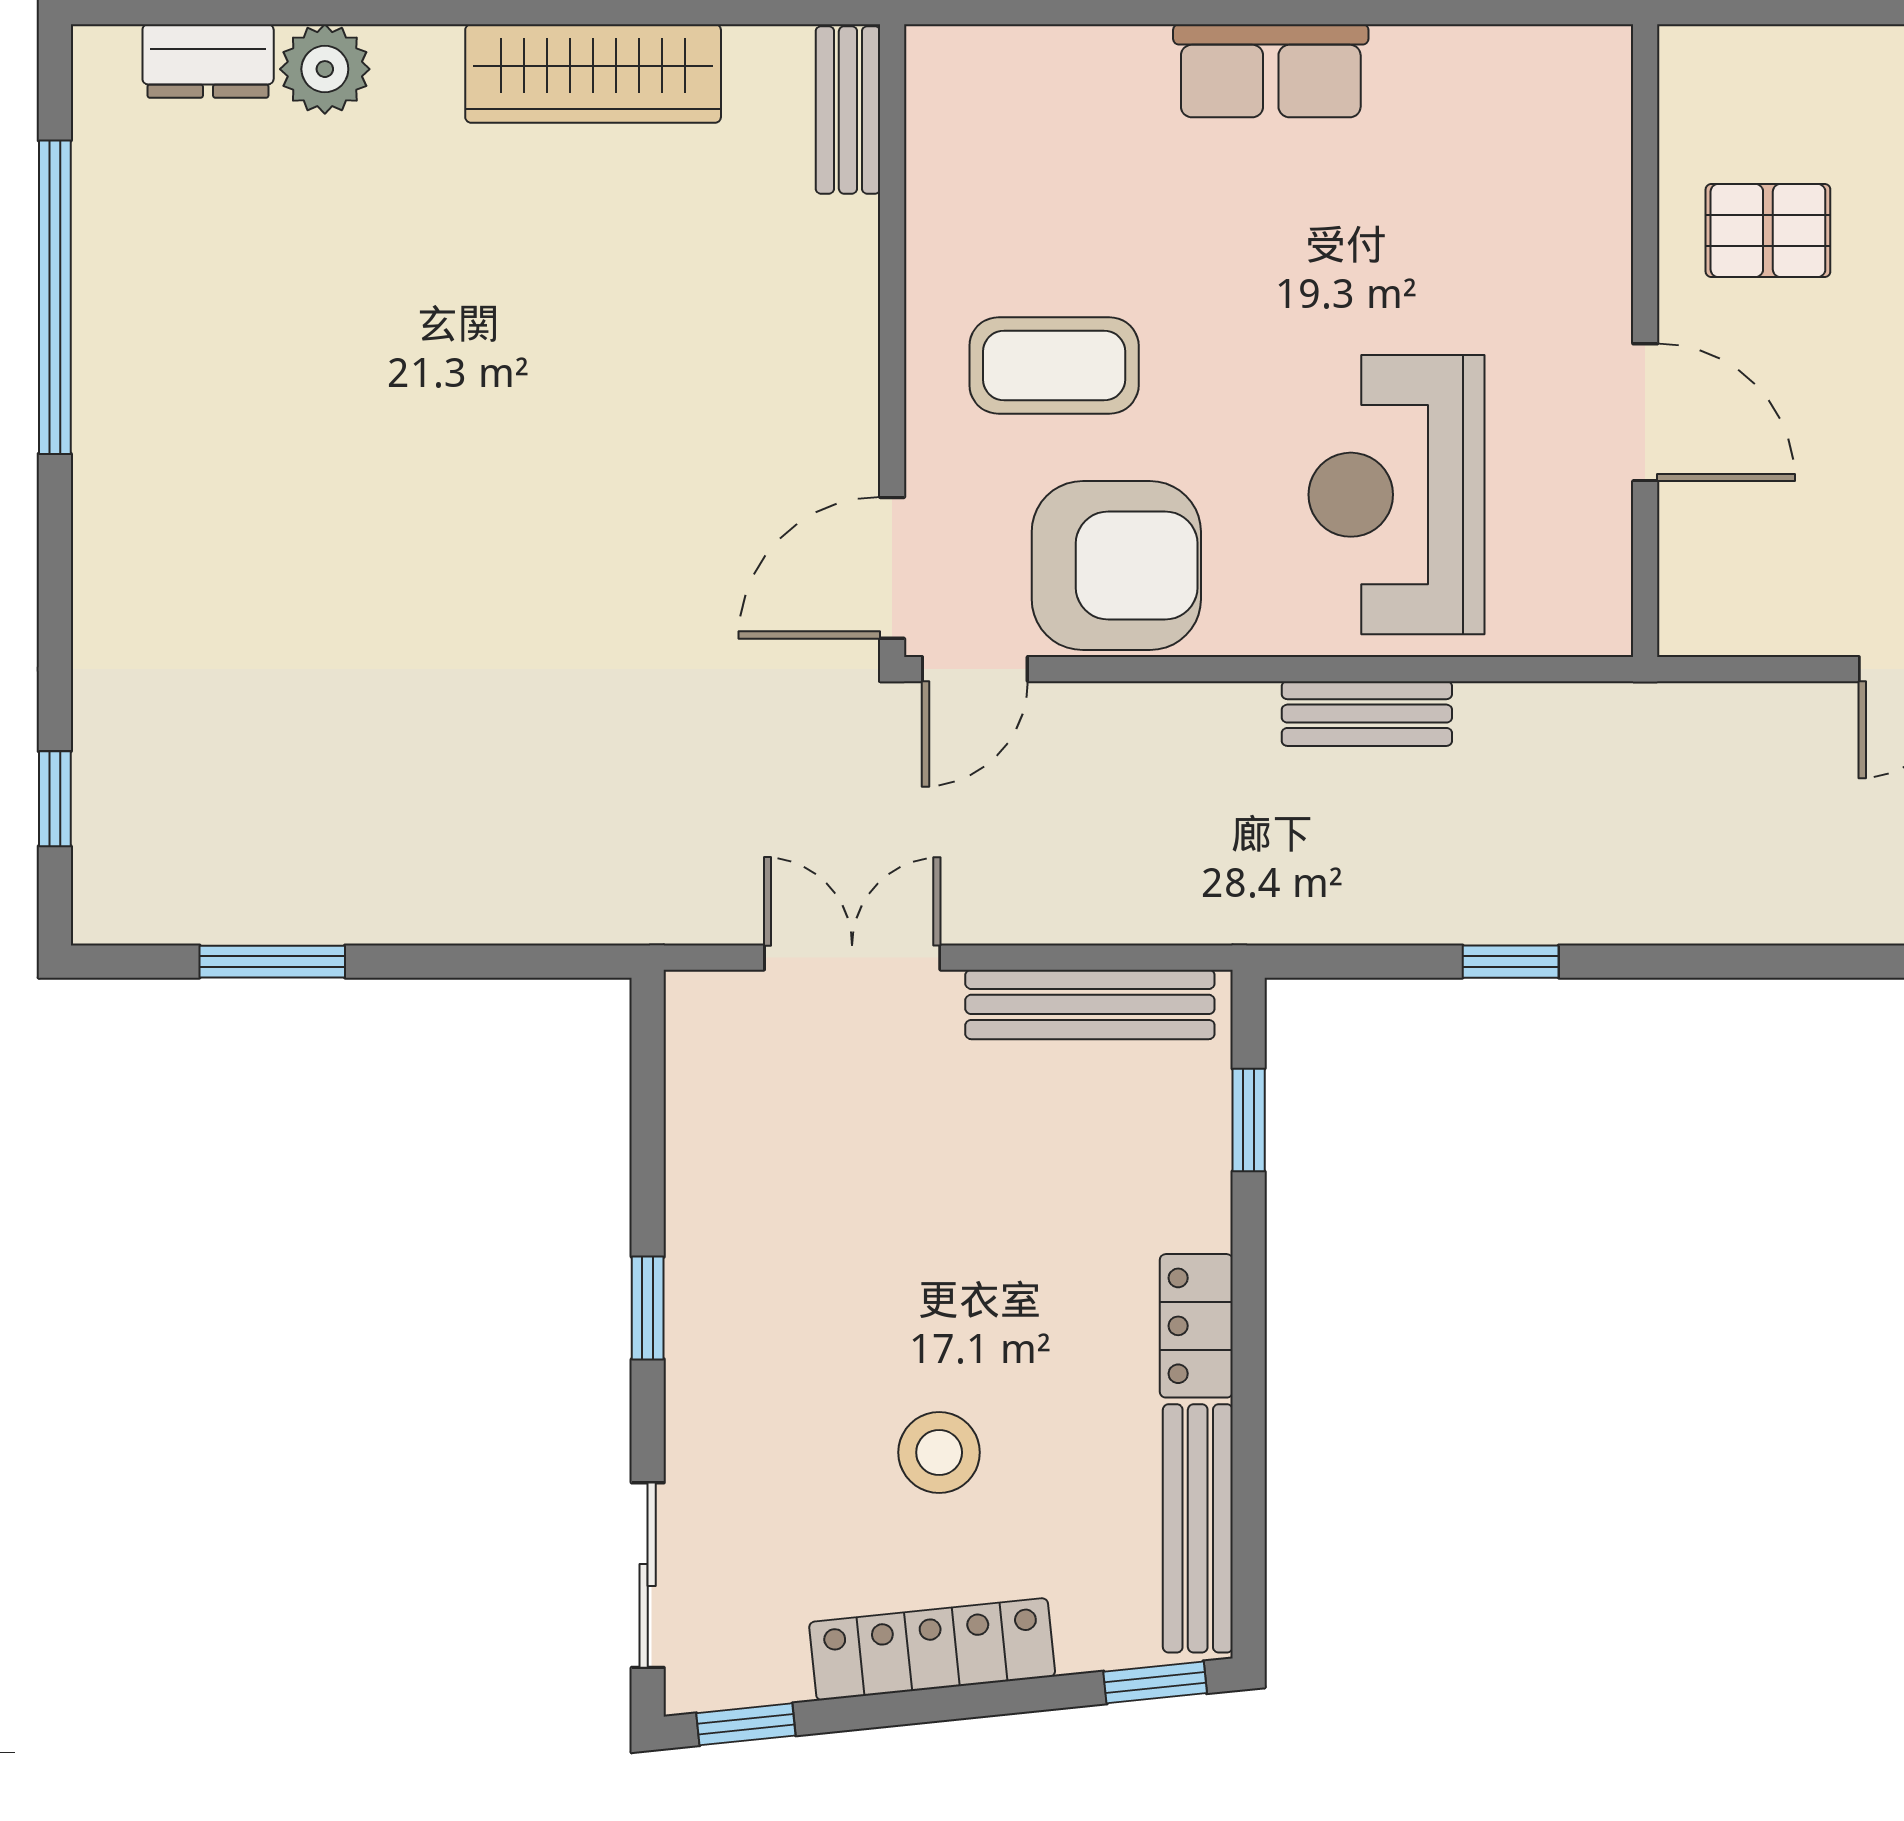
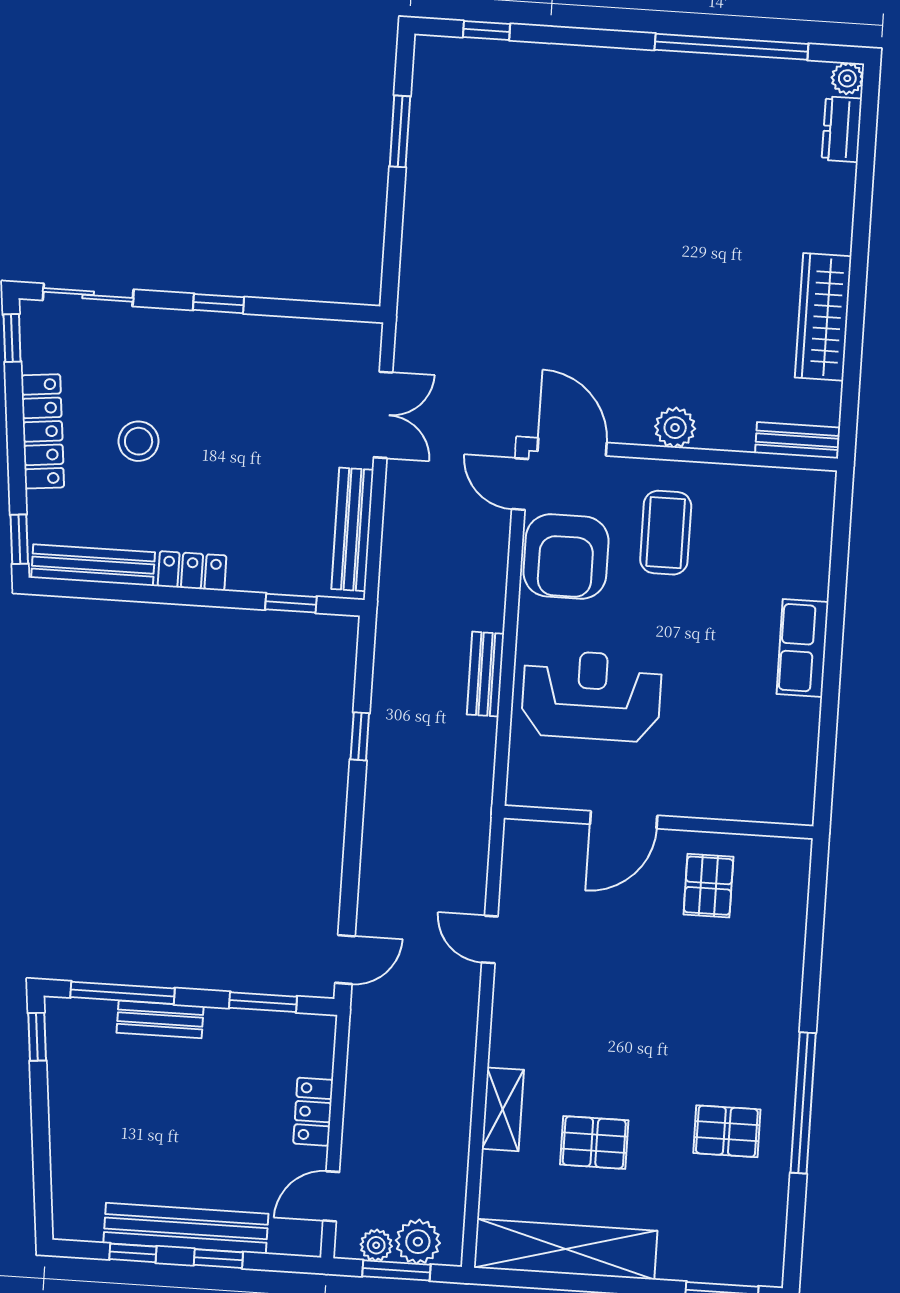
plant: (325, 69) -> (847, 78), moved, width x0.73, depth x0.73
plant: (839, 361) -> (675, 428), added

